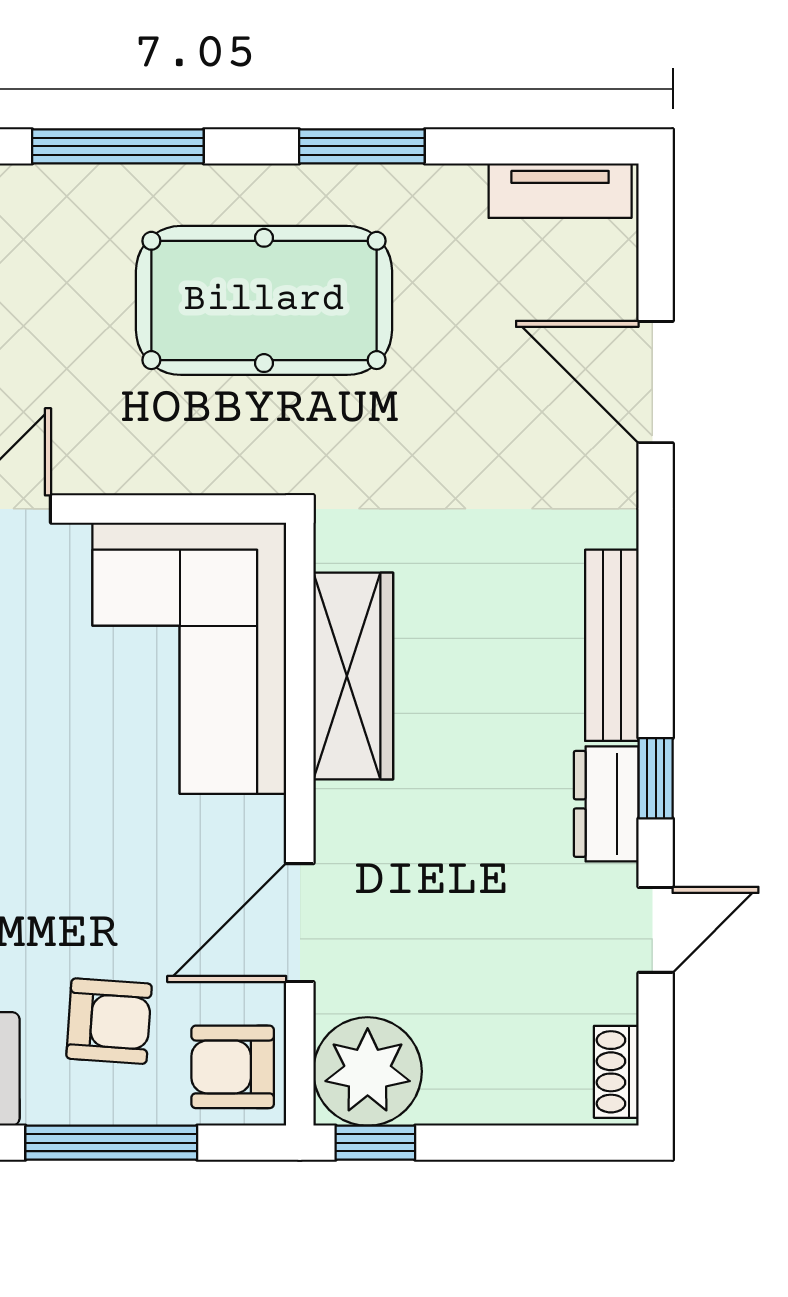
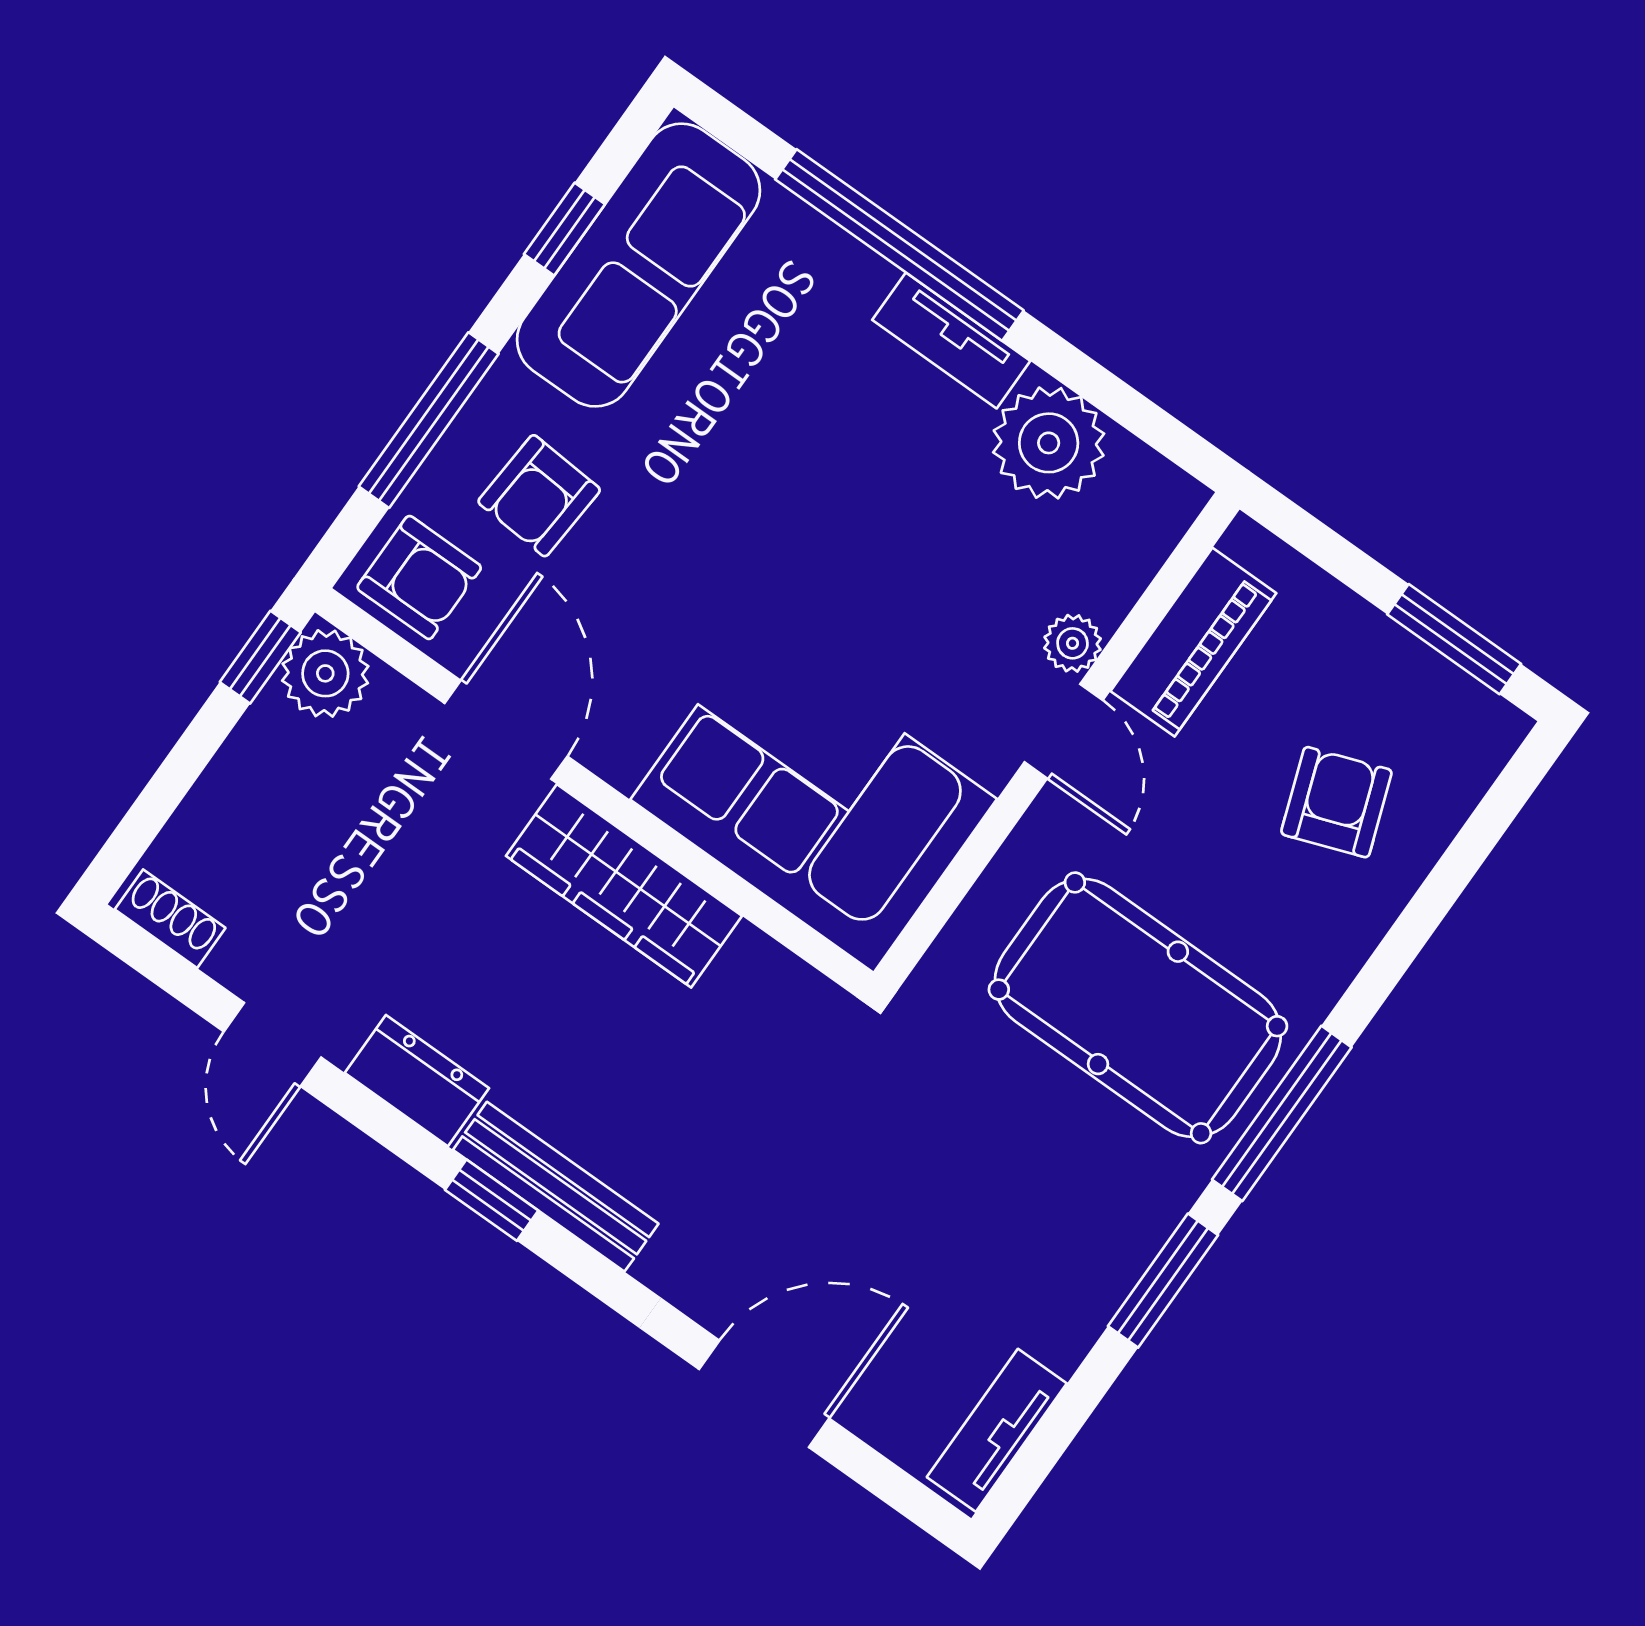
window: (118, 146) -> (1282, 1113), moved
pool table: (264, 300) -> (1138, 1008), moved, turned 90
wardrobe: (353, 676) -> (624, 886), moved
window: (656, 778) -> (492, 1200), moved
armchair: (233, 1067) -> (419, 577), turned 90
plant: (368, 1071) -> (325, 673), width x0.73, depth x0.73

